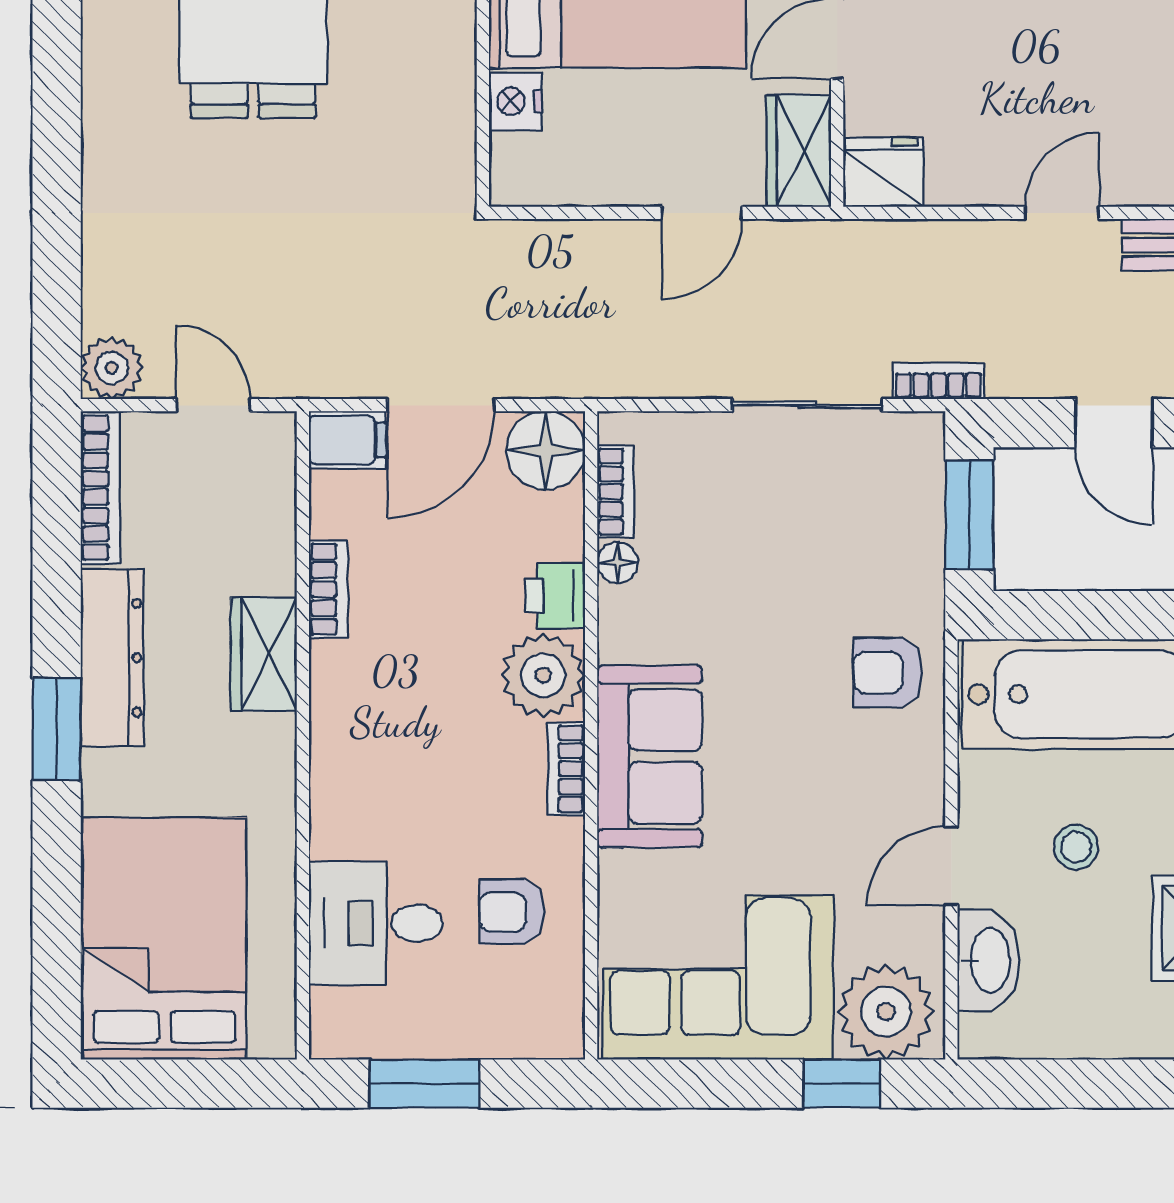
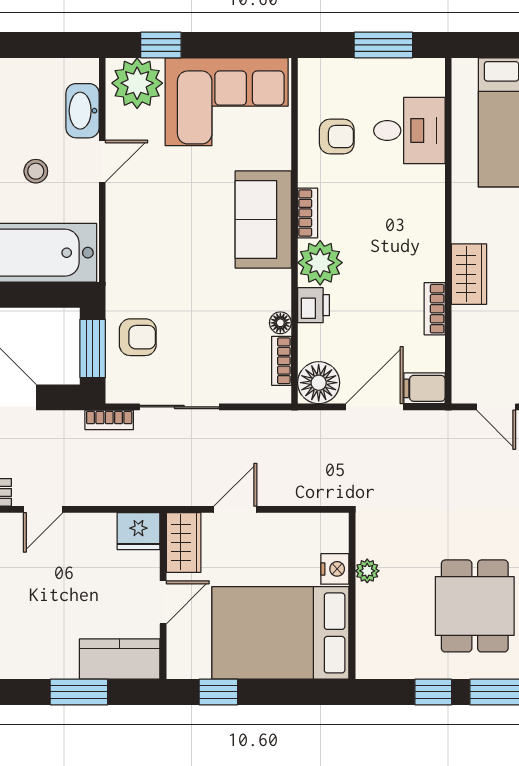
plant: (455, 98) -> (367, 571), added
armchair: (888, 672) -> (138, 337), moved

